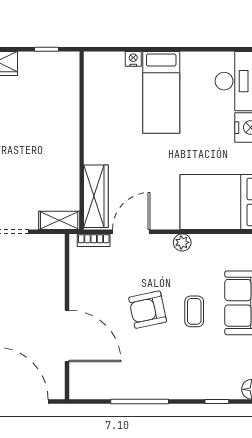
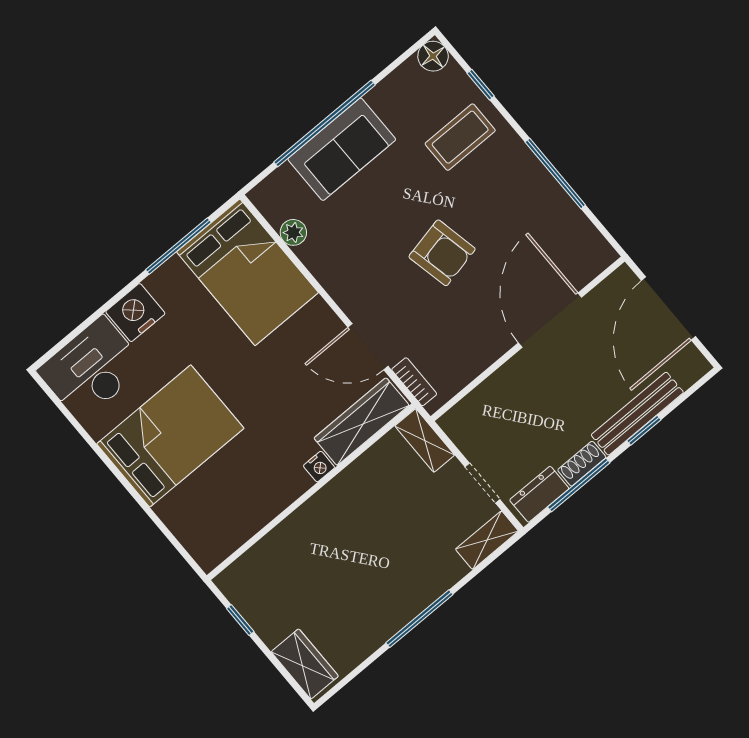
nightstand: (133, 59) -> (319, 467), moved, turned -90
bed: (161, 92) -> (170, 436), width x1.50
plant: (182, 242) -> (293, 232), moved
coffee table: (194, 311) -> (460, 137), moved, width x1.36, depth x1.30

